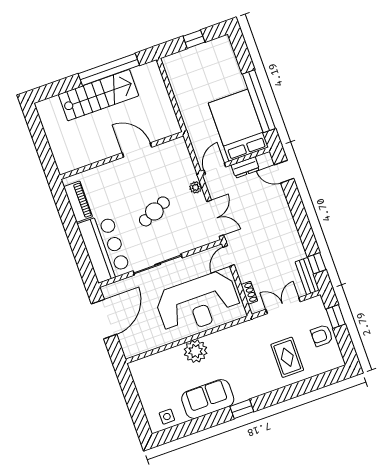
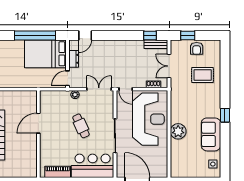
door: (215, 169) -> (68, 78), hinge flipped

